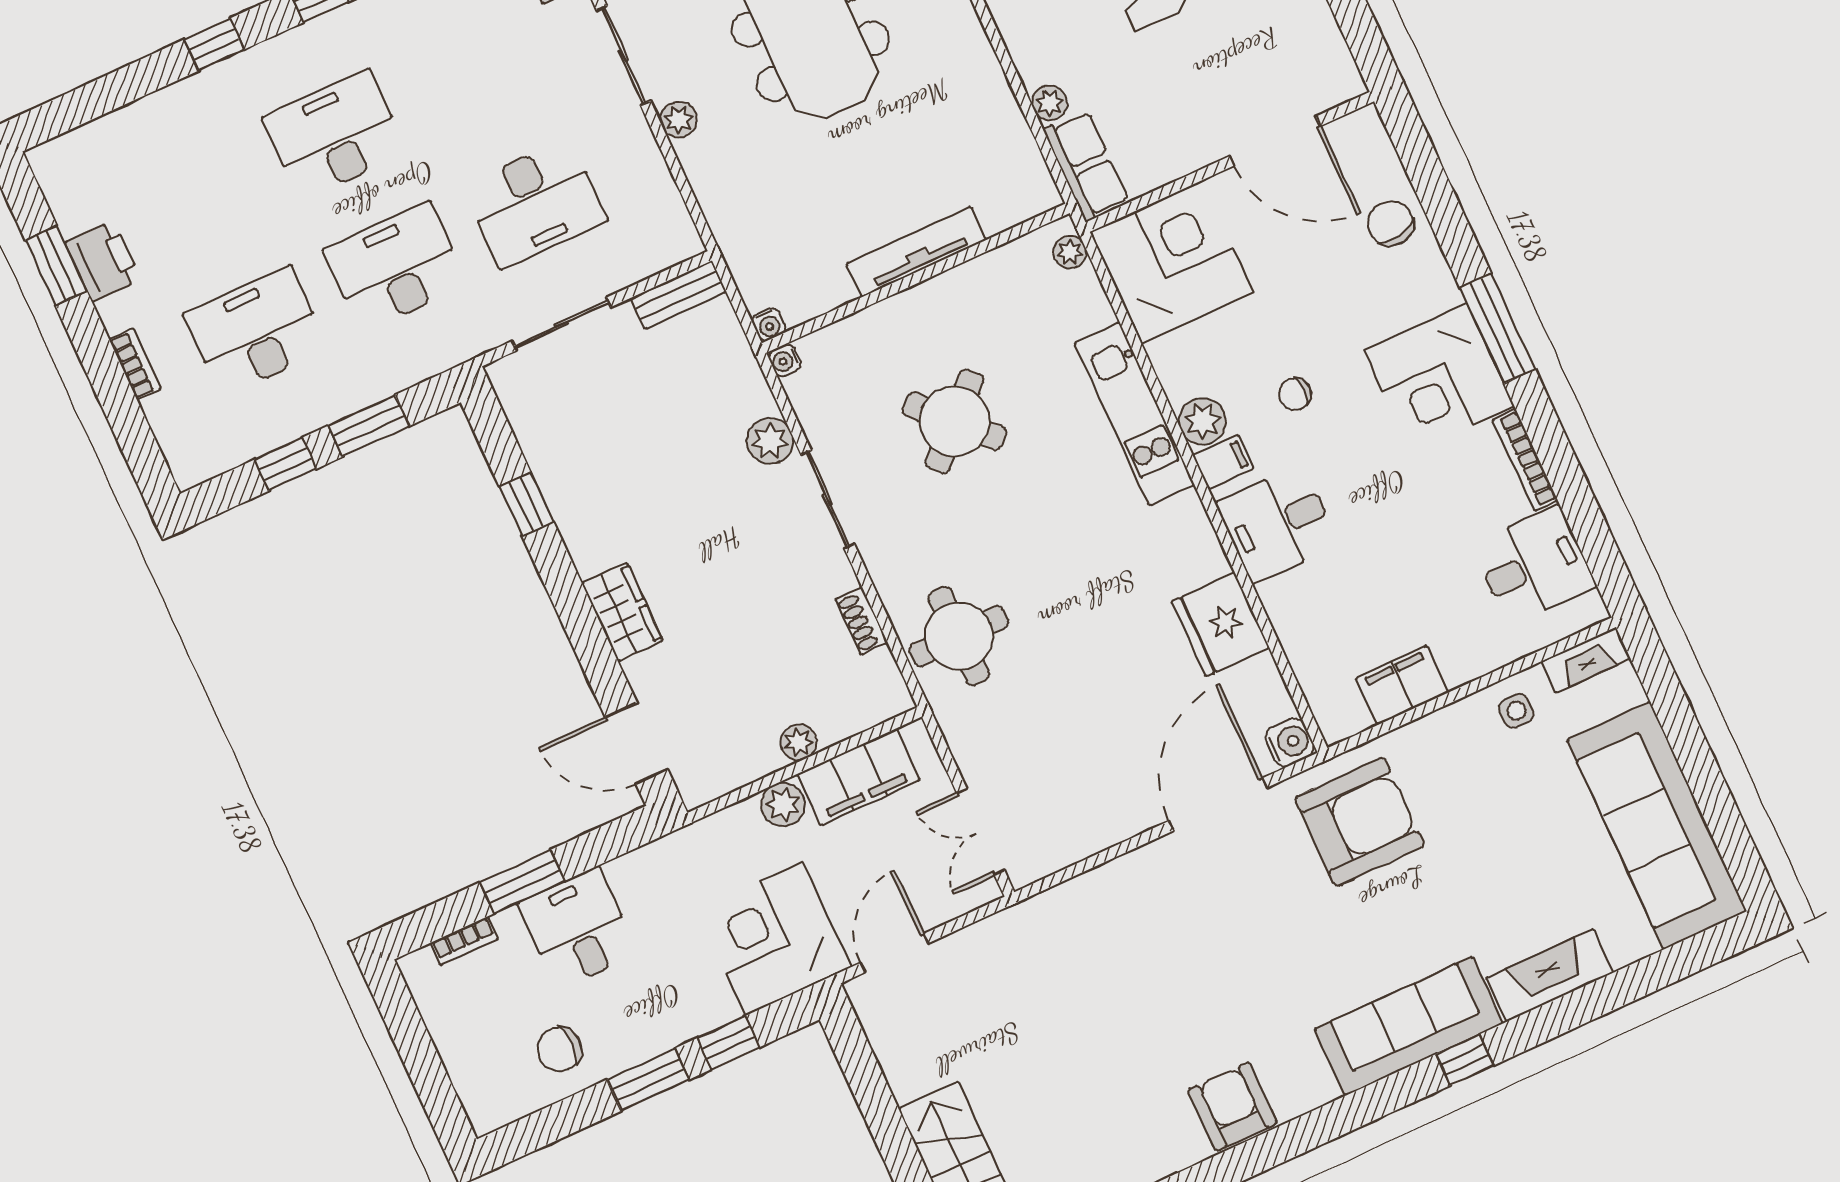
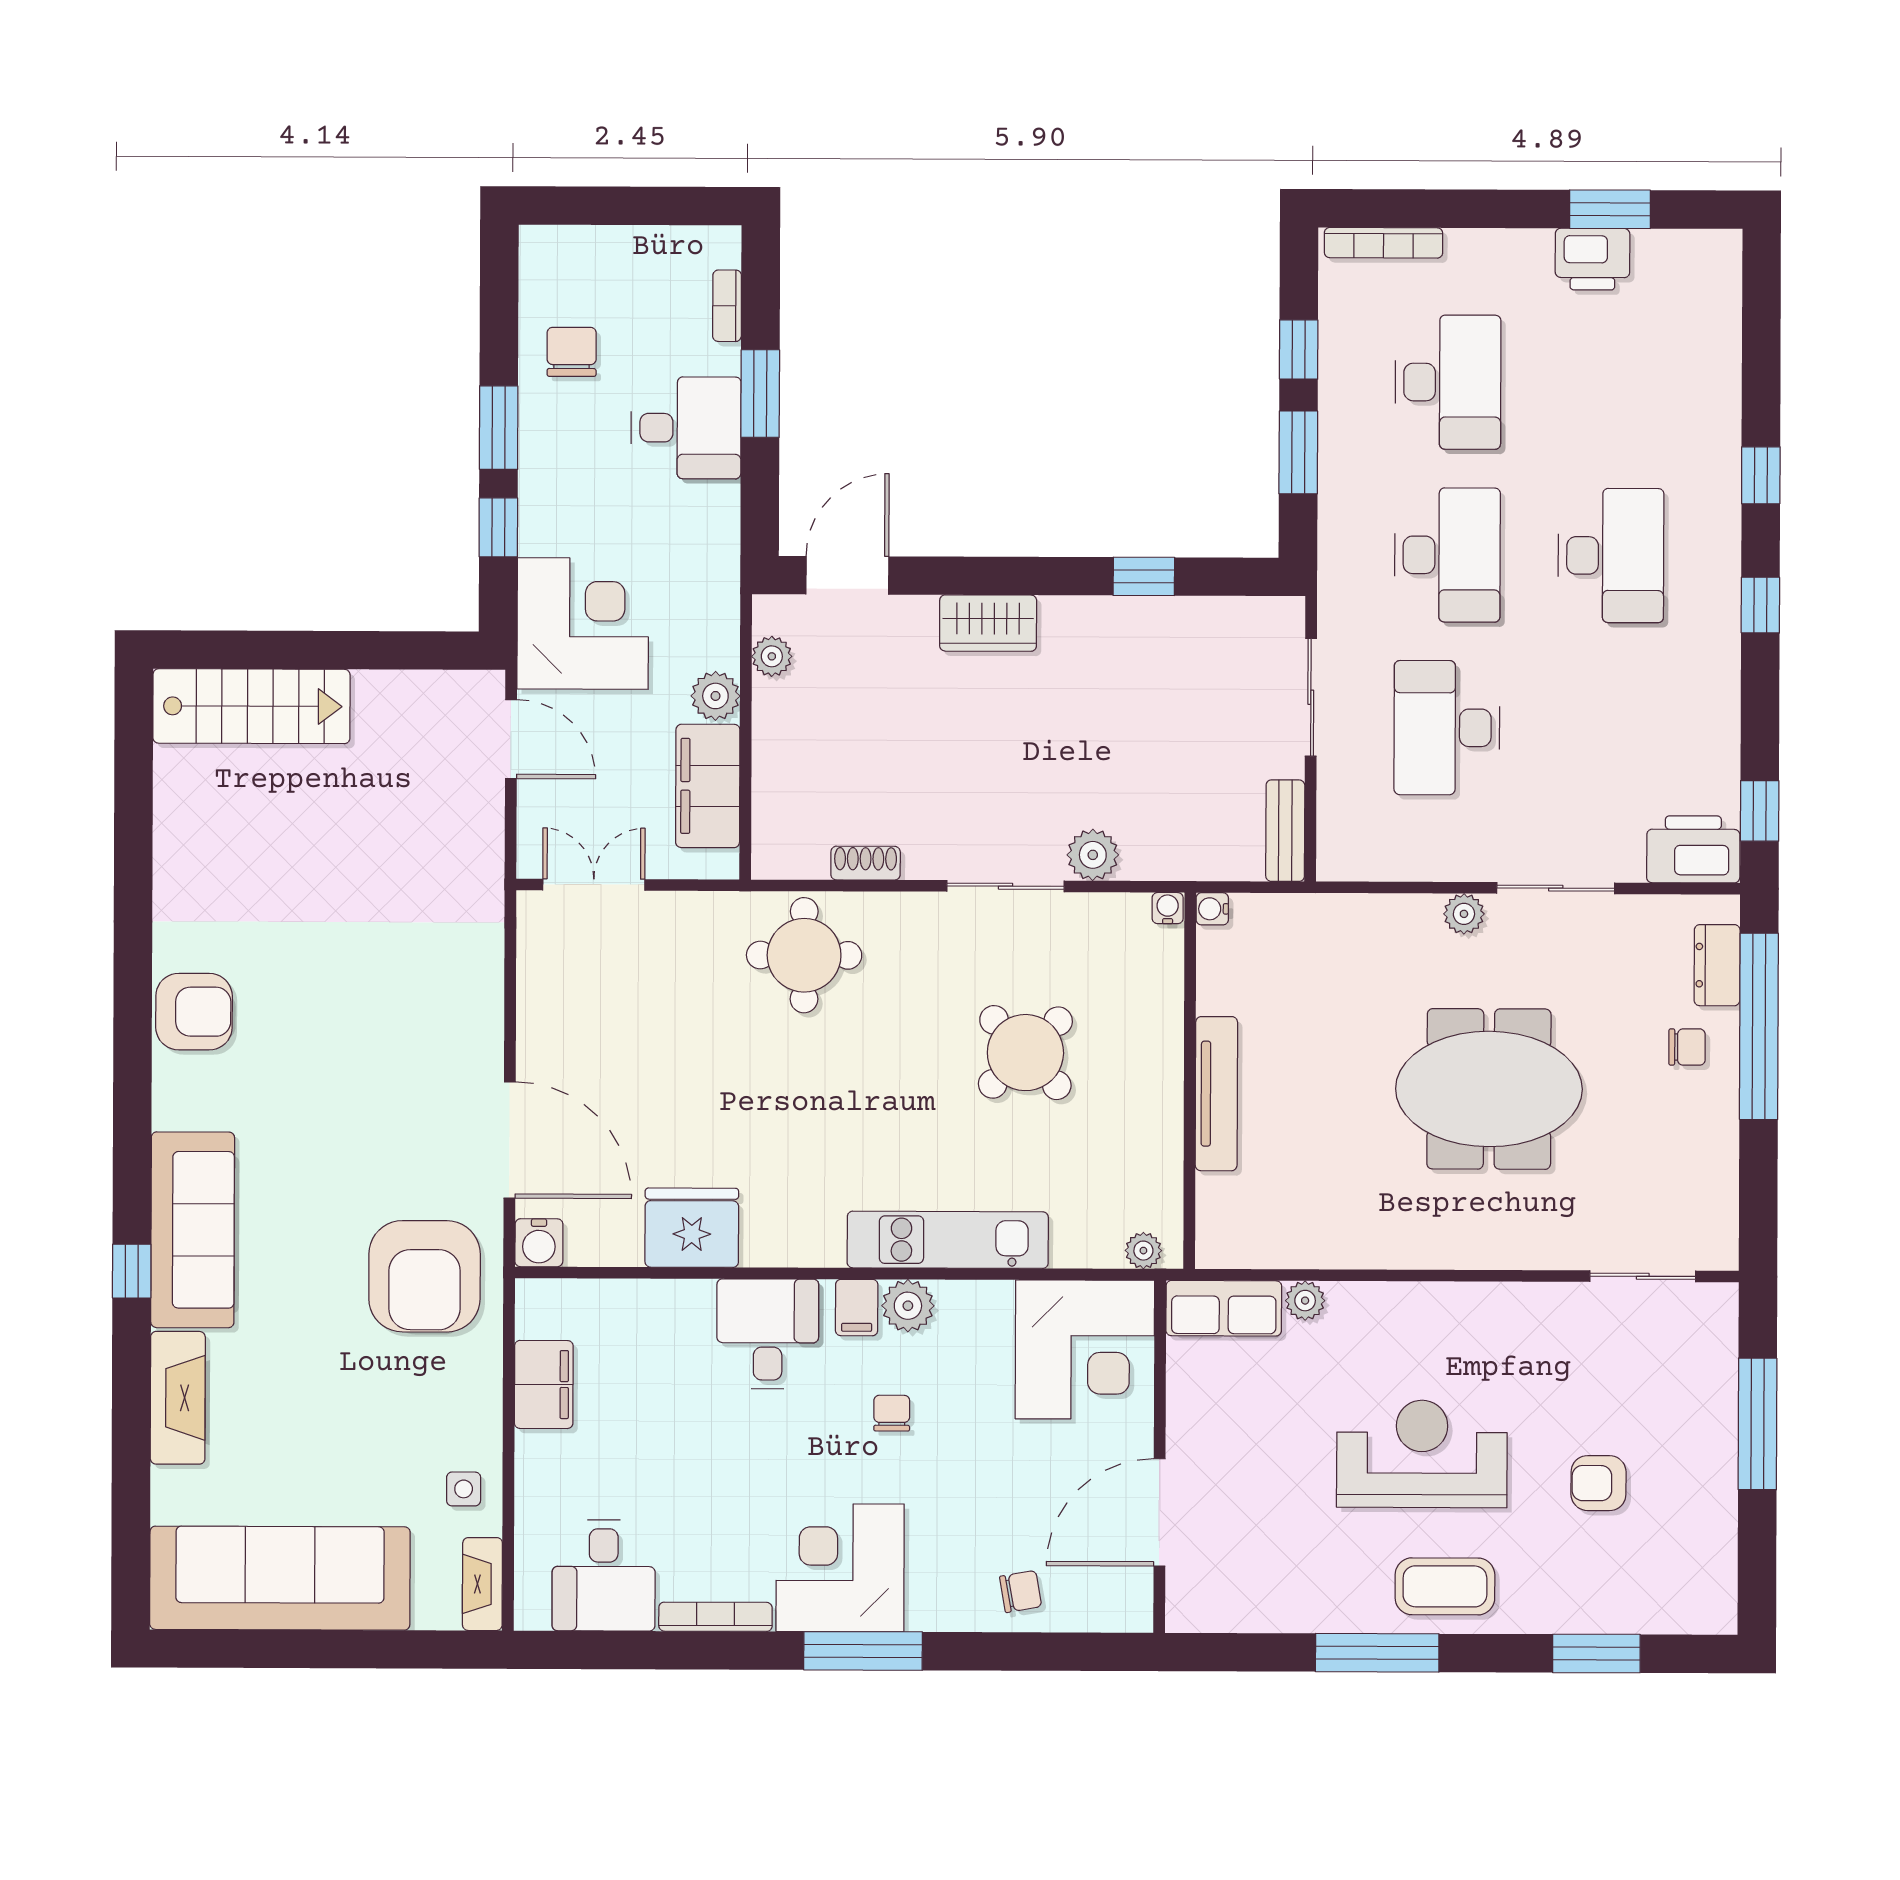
chair: (1391, 224) -> (1021, 1591), width x0.73, depth x0.73
bookcase: (135, 364) -> (1384, 243), moved, width x1.56
plant: (799, 742) -> (772, 656), moved

